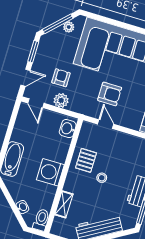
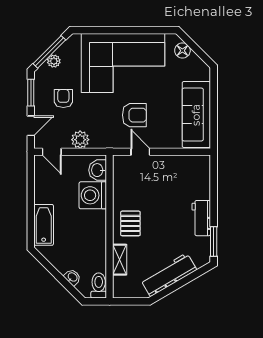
plant: (69, 27) -> (54, 61), moved
armchair: (61, 78) -> (63, 98), moved
pallet: (86, 160) -> (130, 223), moved
washing machine: (50, 172) -> (93, 195), moved
stool: (102, 178) -> (154, 215), removed

